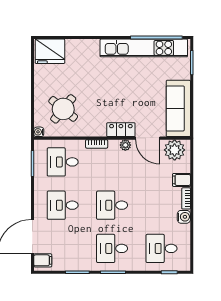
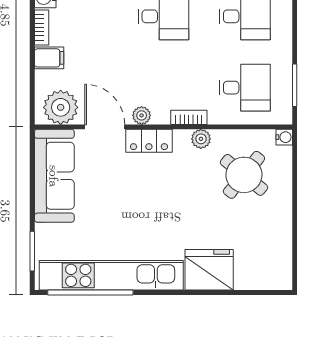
fridge: (50, 51) -> (209, 270), moved
plant: (89, 131) -> (201, 139), added

